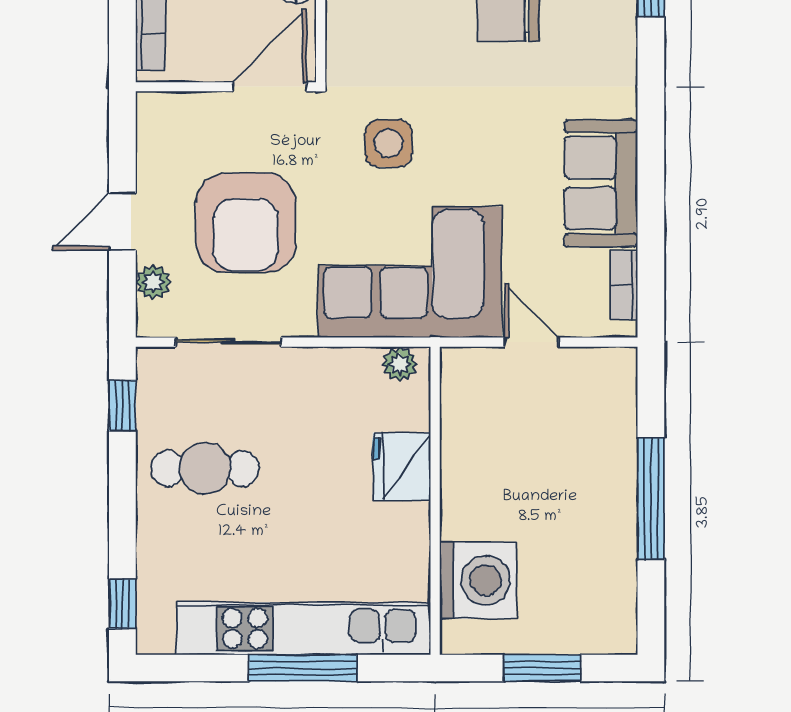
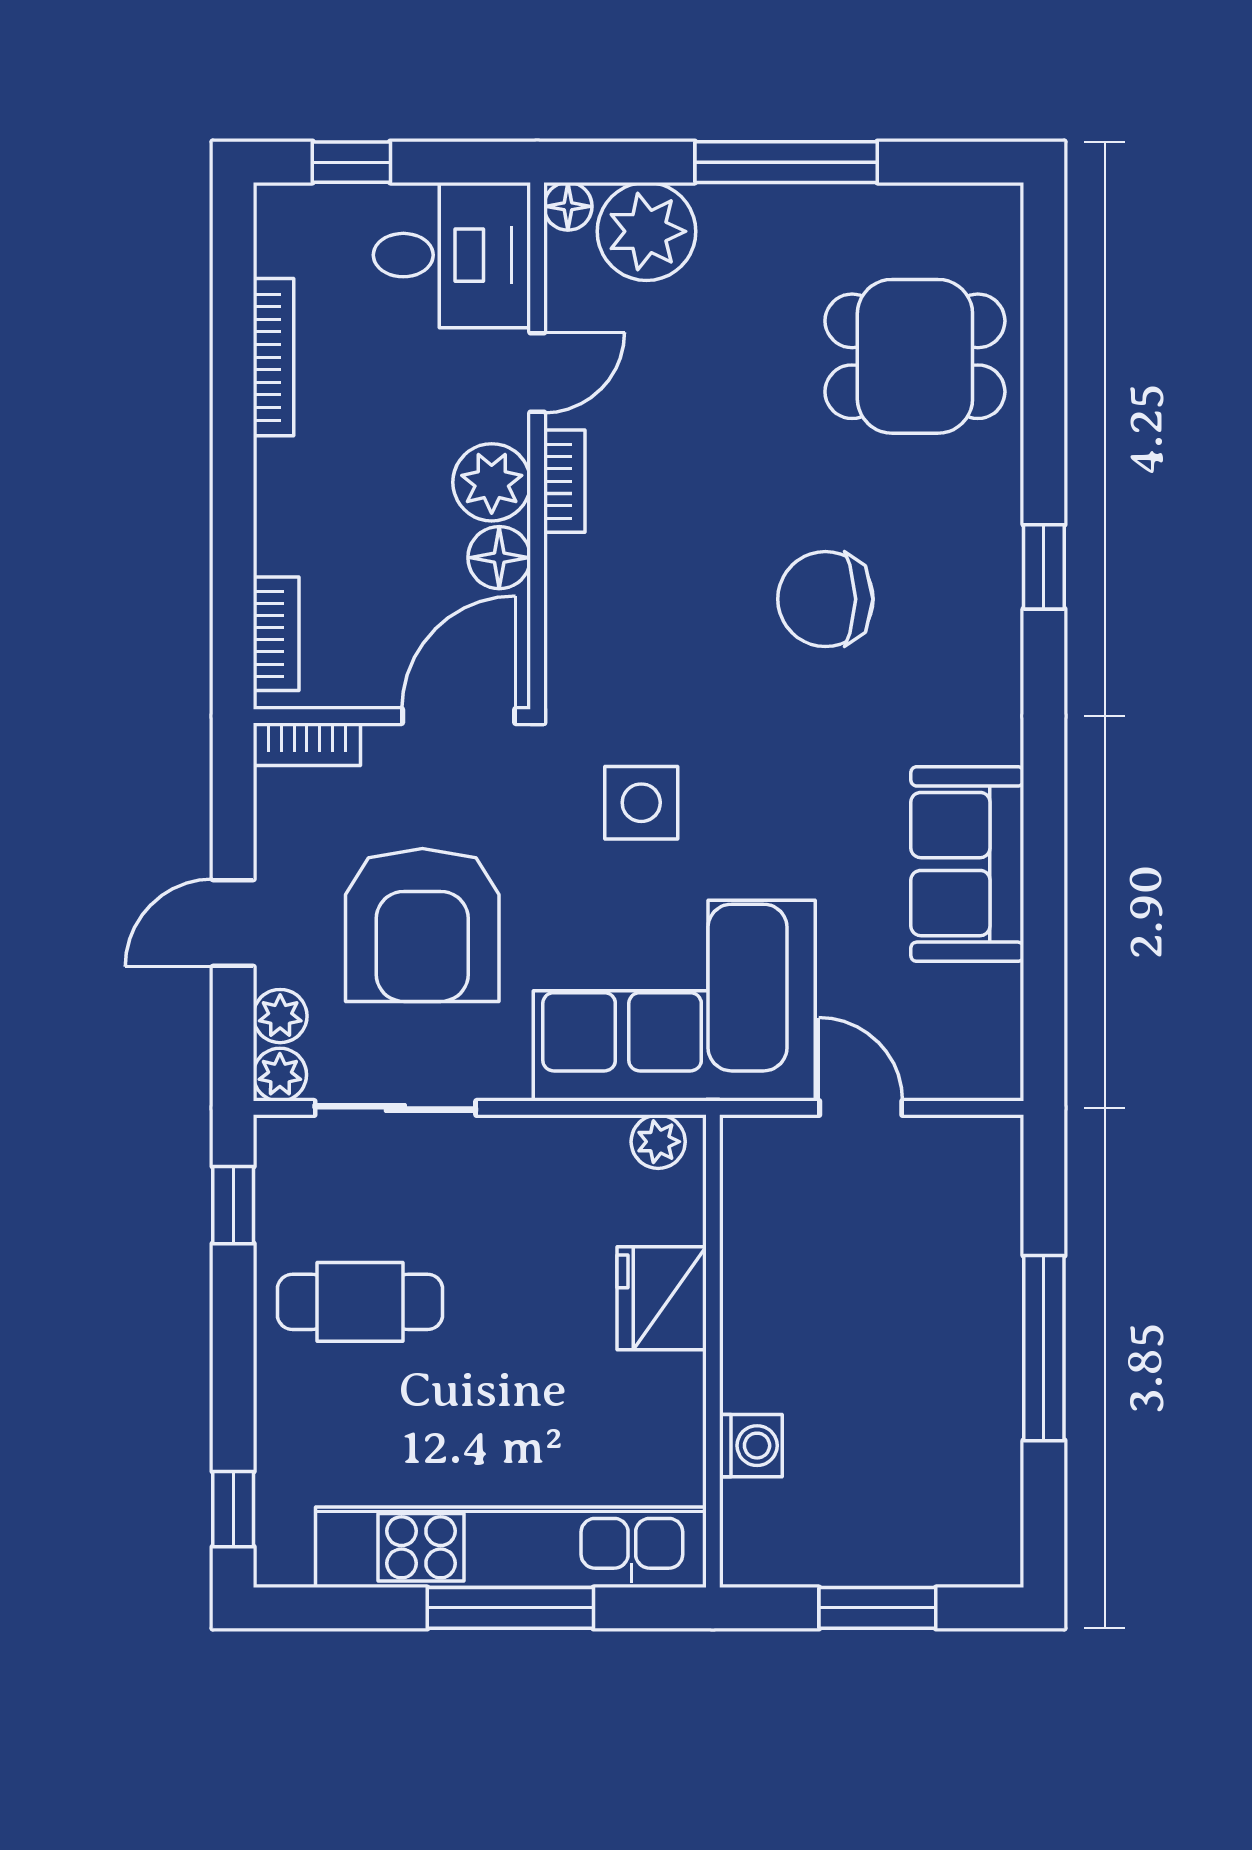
bookcase: (624, 285) -> (307, 744), moved, turned -90
plant: (153, 320) -> (280, 1075), added
washing machine: (478, 580) -> (751, 1446), width x0.53, depth x0.53

